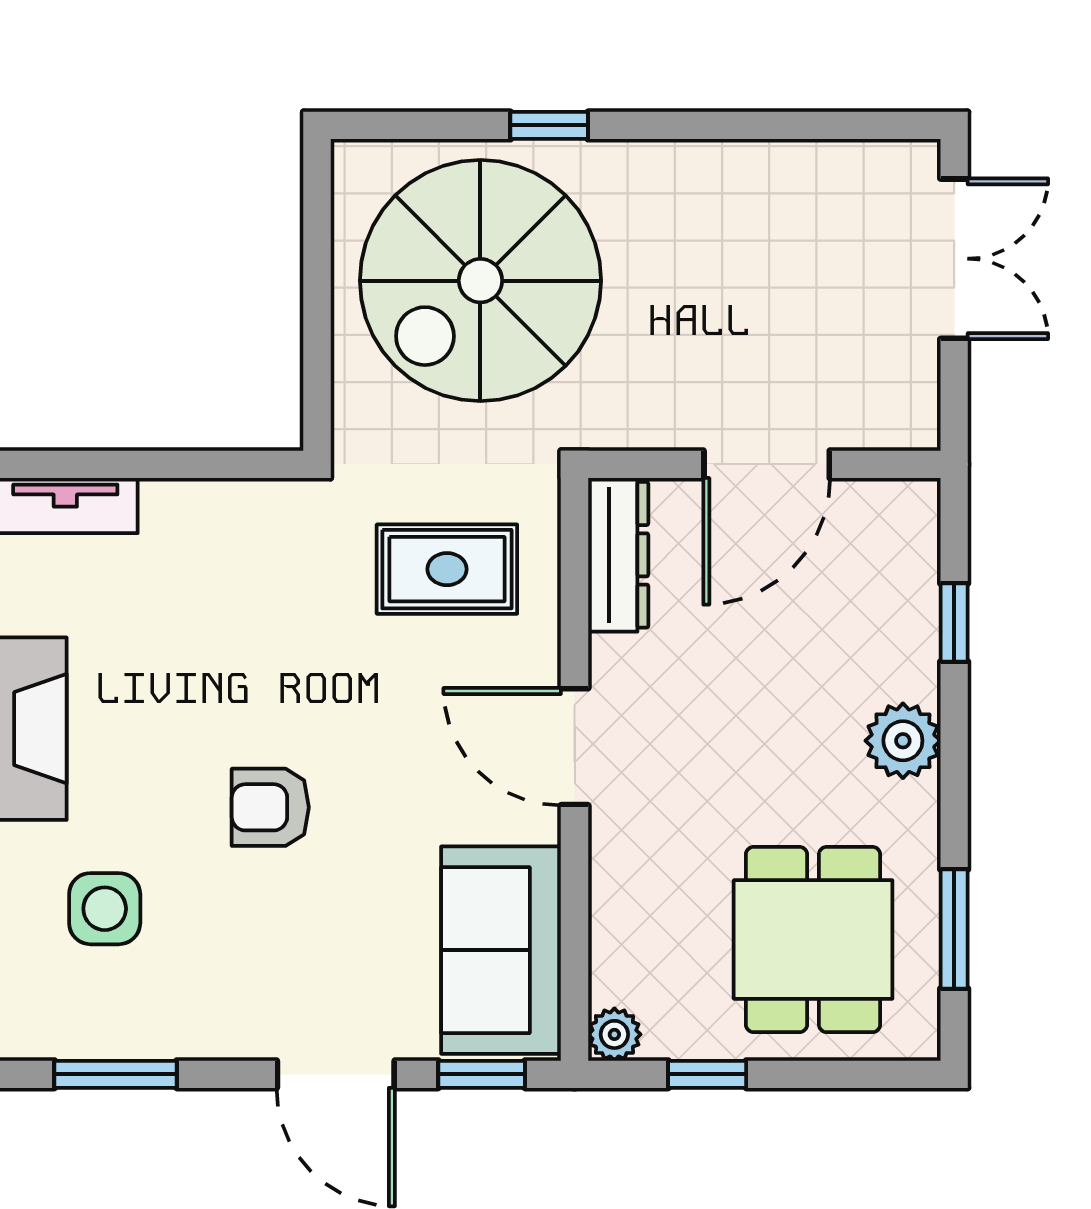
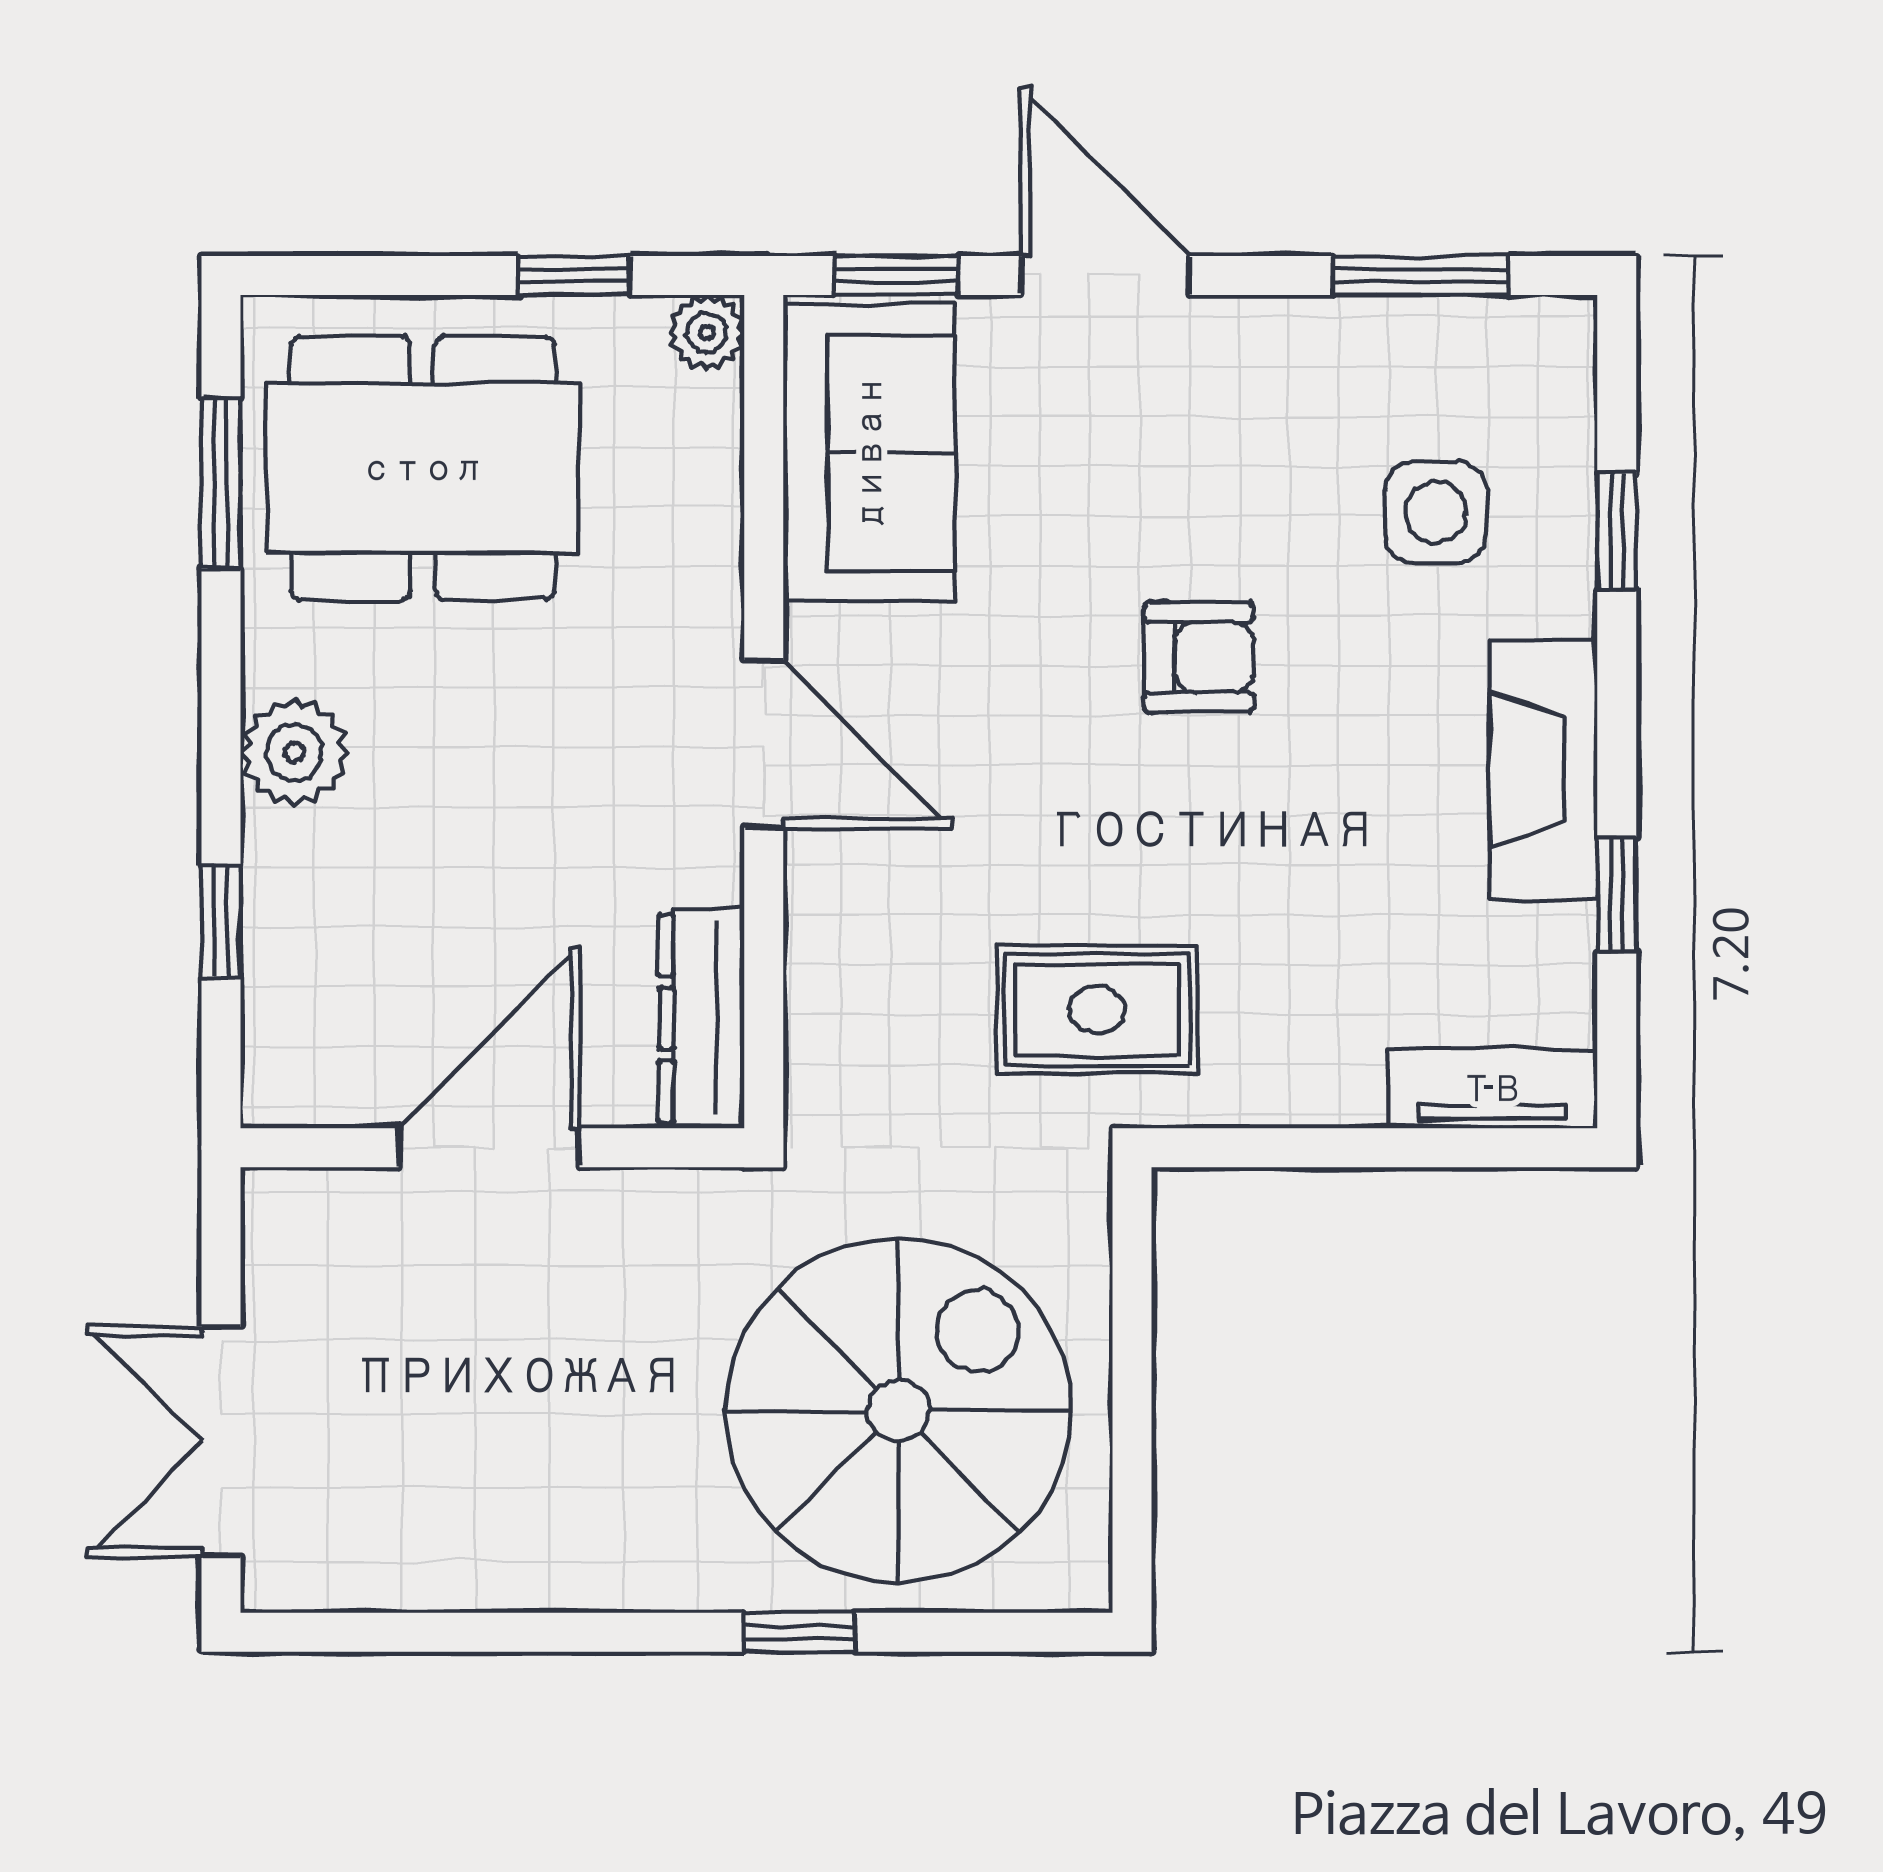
rug: (447, 569) -> (1097, 1009), moved
dining table: (813, 940) -> (423, 468), width x1.38

